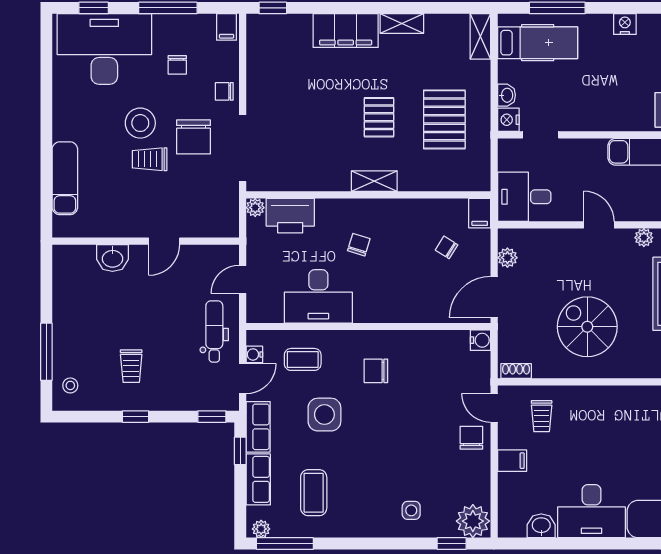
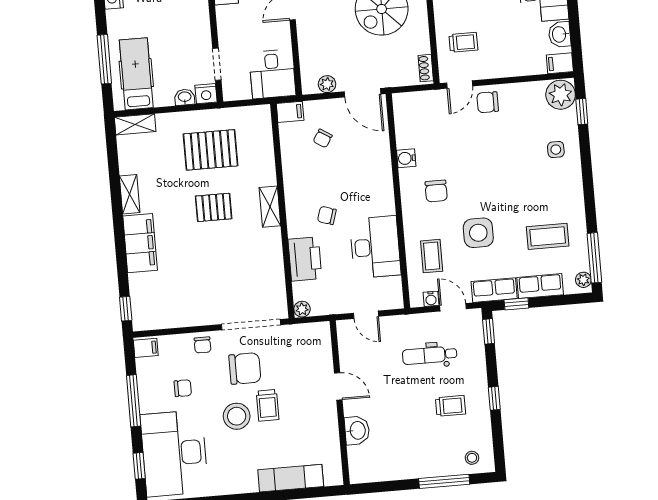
printer: (290, 216) -> (305, 259), moved
dental chair: (214, 331) -> (430, 355), moved
water cooler: (481, 340) -> (406, 158), moved, turned -90
filing cabinet: (512, 461) -> (560, 63), moved, turned -90

